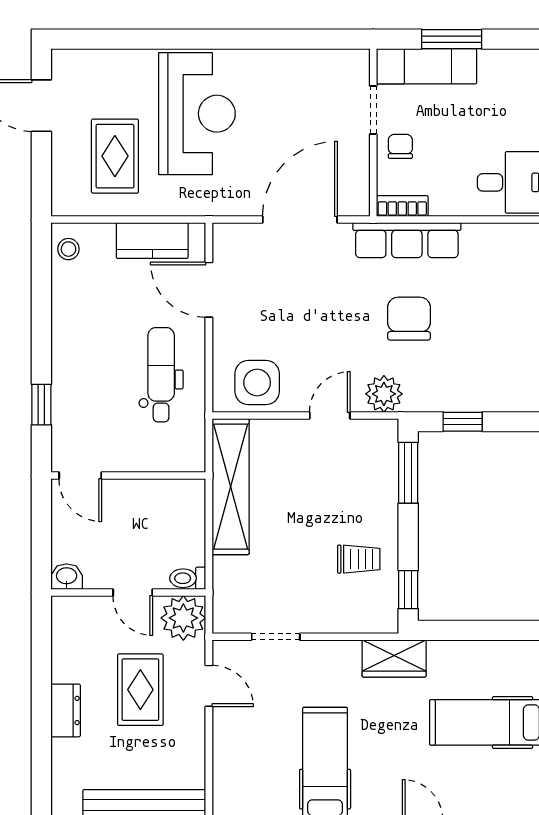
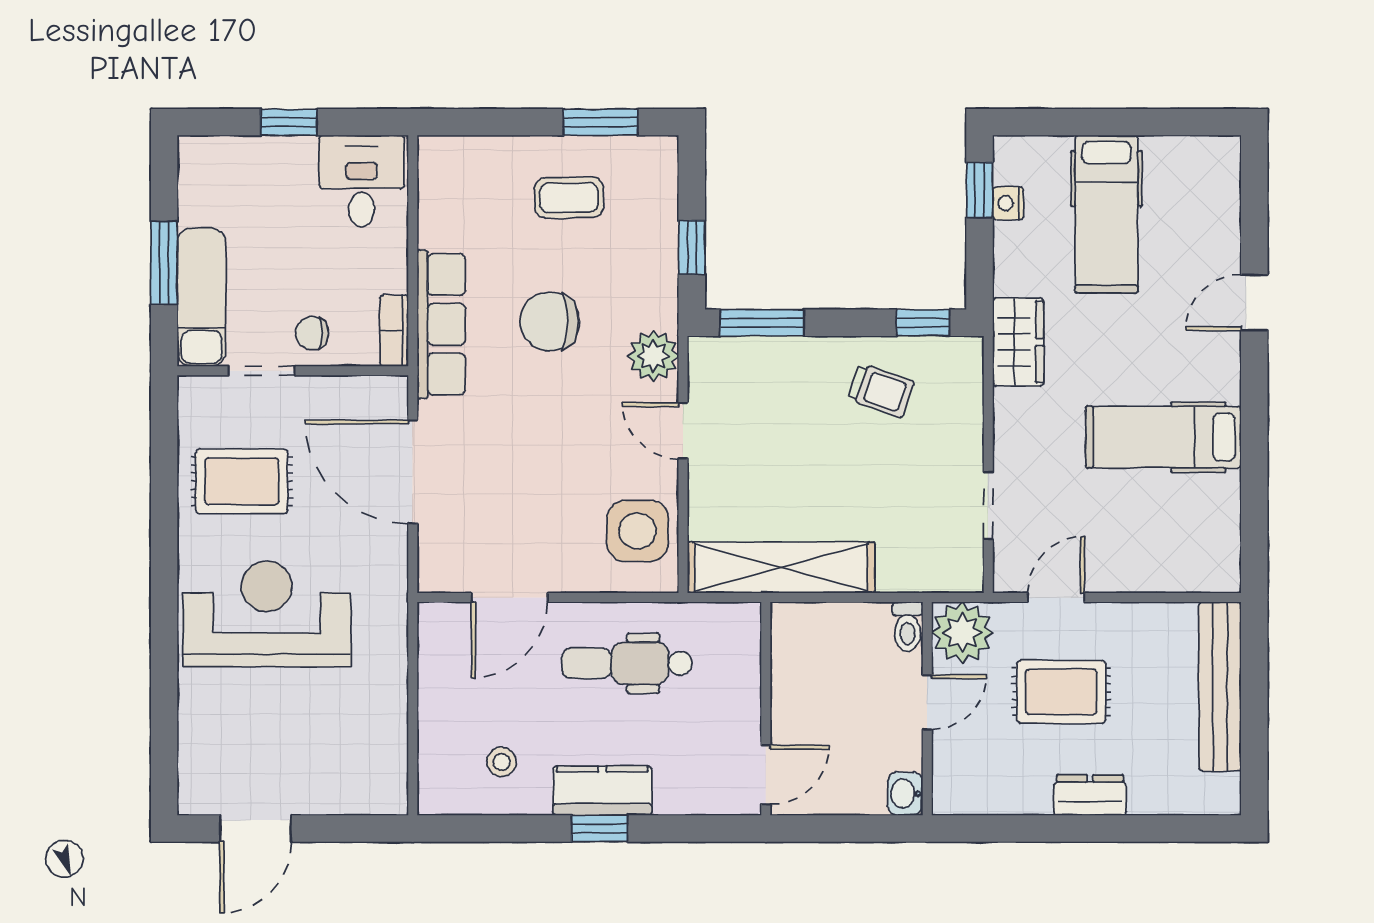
rug: (115, 156) -> (242, 481), moved
kitchen counter: (152, 241) -> (602, 791), moved, turned -90
stool: (68, 249) -> (502, 762), moved
coffee table: (499, 333) -> (569, 198), added
window: (41, 405) -> (599, 829), moved
trolley: (359, 559) -> (881, 391), turned 109
window: (504, 630) -> (980, 190), added
nightstand: (495, 651) -> (1008, 203), added

